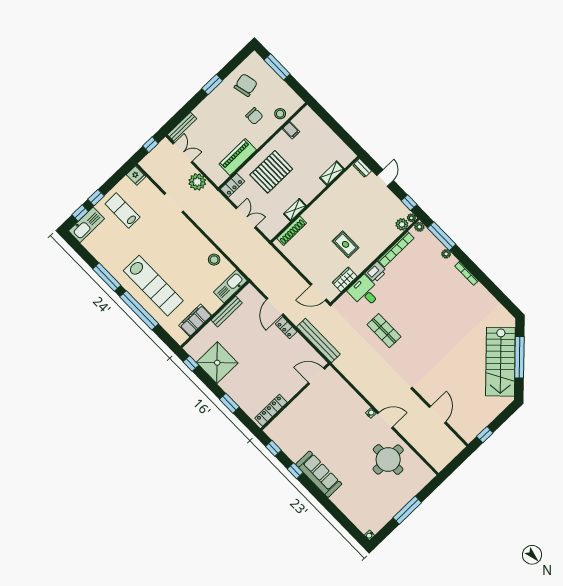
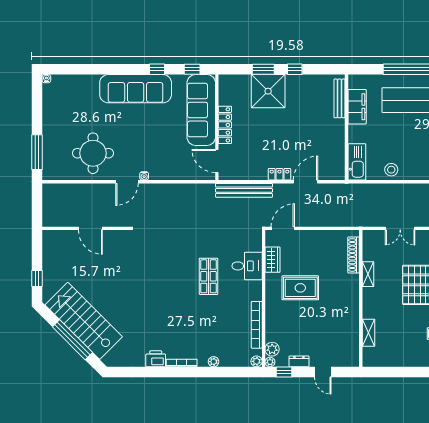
dresser: (362, 168) -> (299, 361), moved
window: (442, 236) -> (231, 372), removed
rug: (346, 244) -> (300, 288), width x1.36, depth x1.43
printer: (376, 272) -> (156, 359), moved, turned 90
door: (275, 307) -> (306, 182), hinge flipped
bench: (227, 311) -> (339, 98), moved
shop shelf: (384, 331) -> (208, 276), moved, turned 90
shower: (217, 363) -> (268, 91), moved
window: (191, 364) -> (295, 69), moved
door: (316, 376) -> (217, 161), swing flipped
locker: (271, 410) -> (225, 125), moved
sofa: (294, 417) -> (201, 110), added
window: (485, 435) -> (37, 278), moved
sofa: (319, 474) -> (136, 89), width x1.36, depth x1.27
window: (407, 510) -> (37, 152), moved

